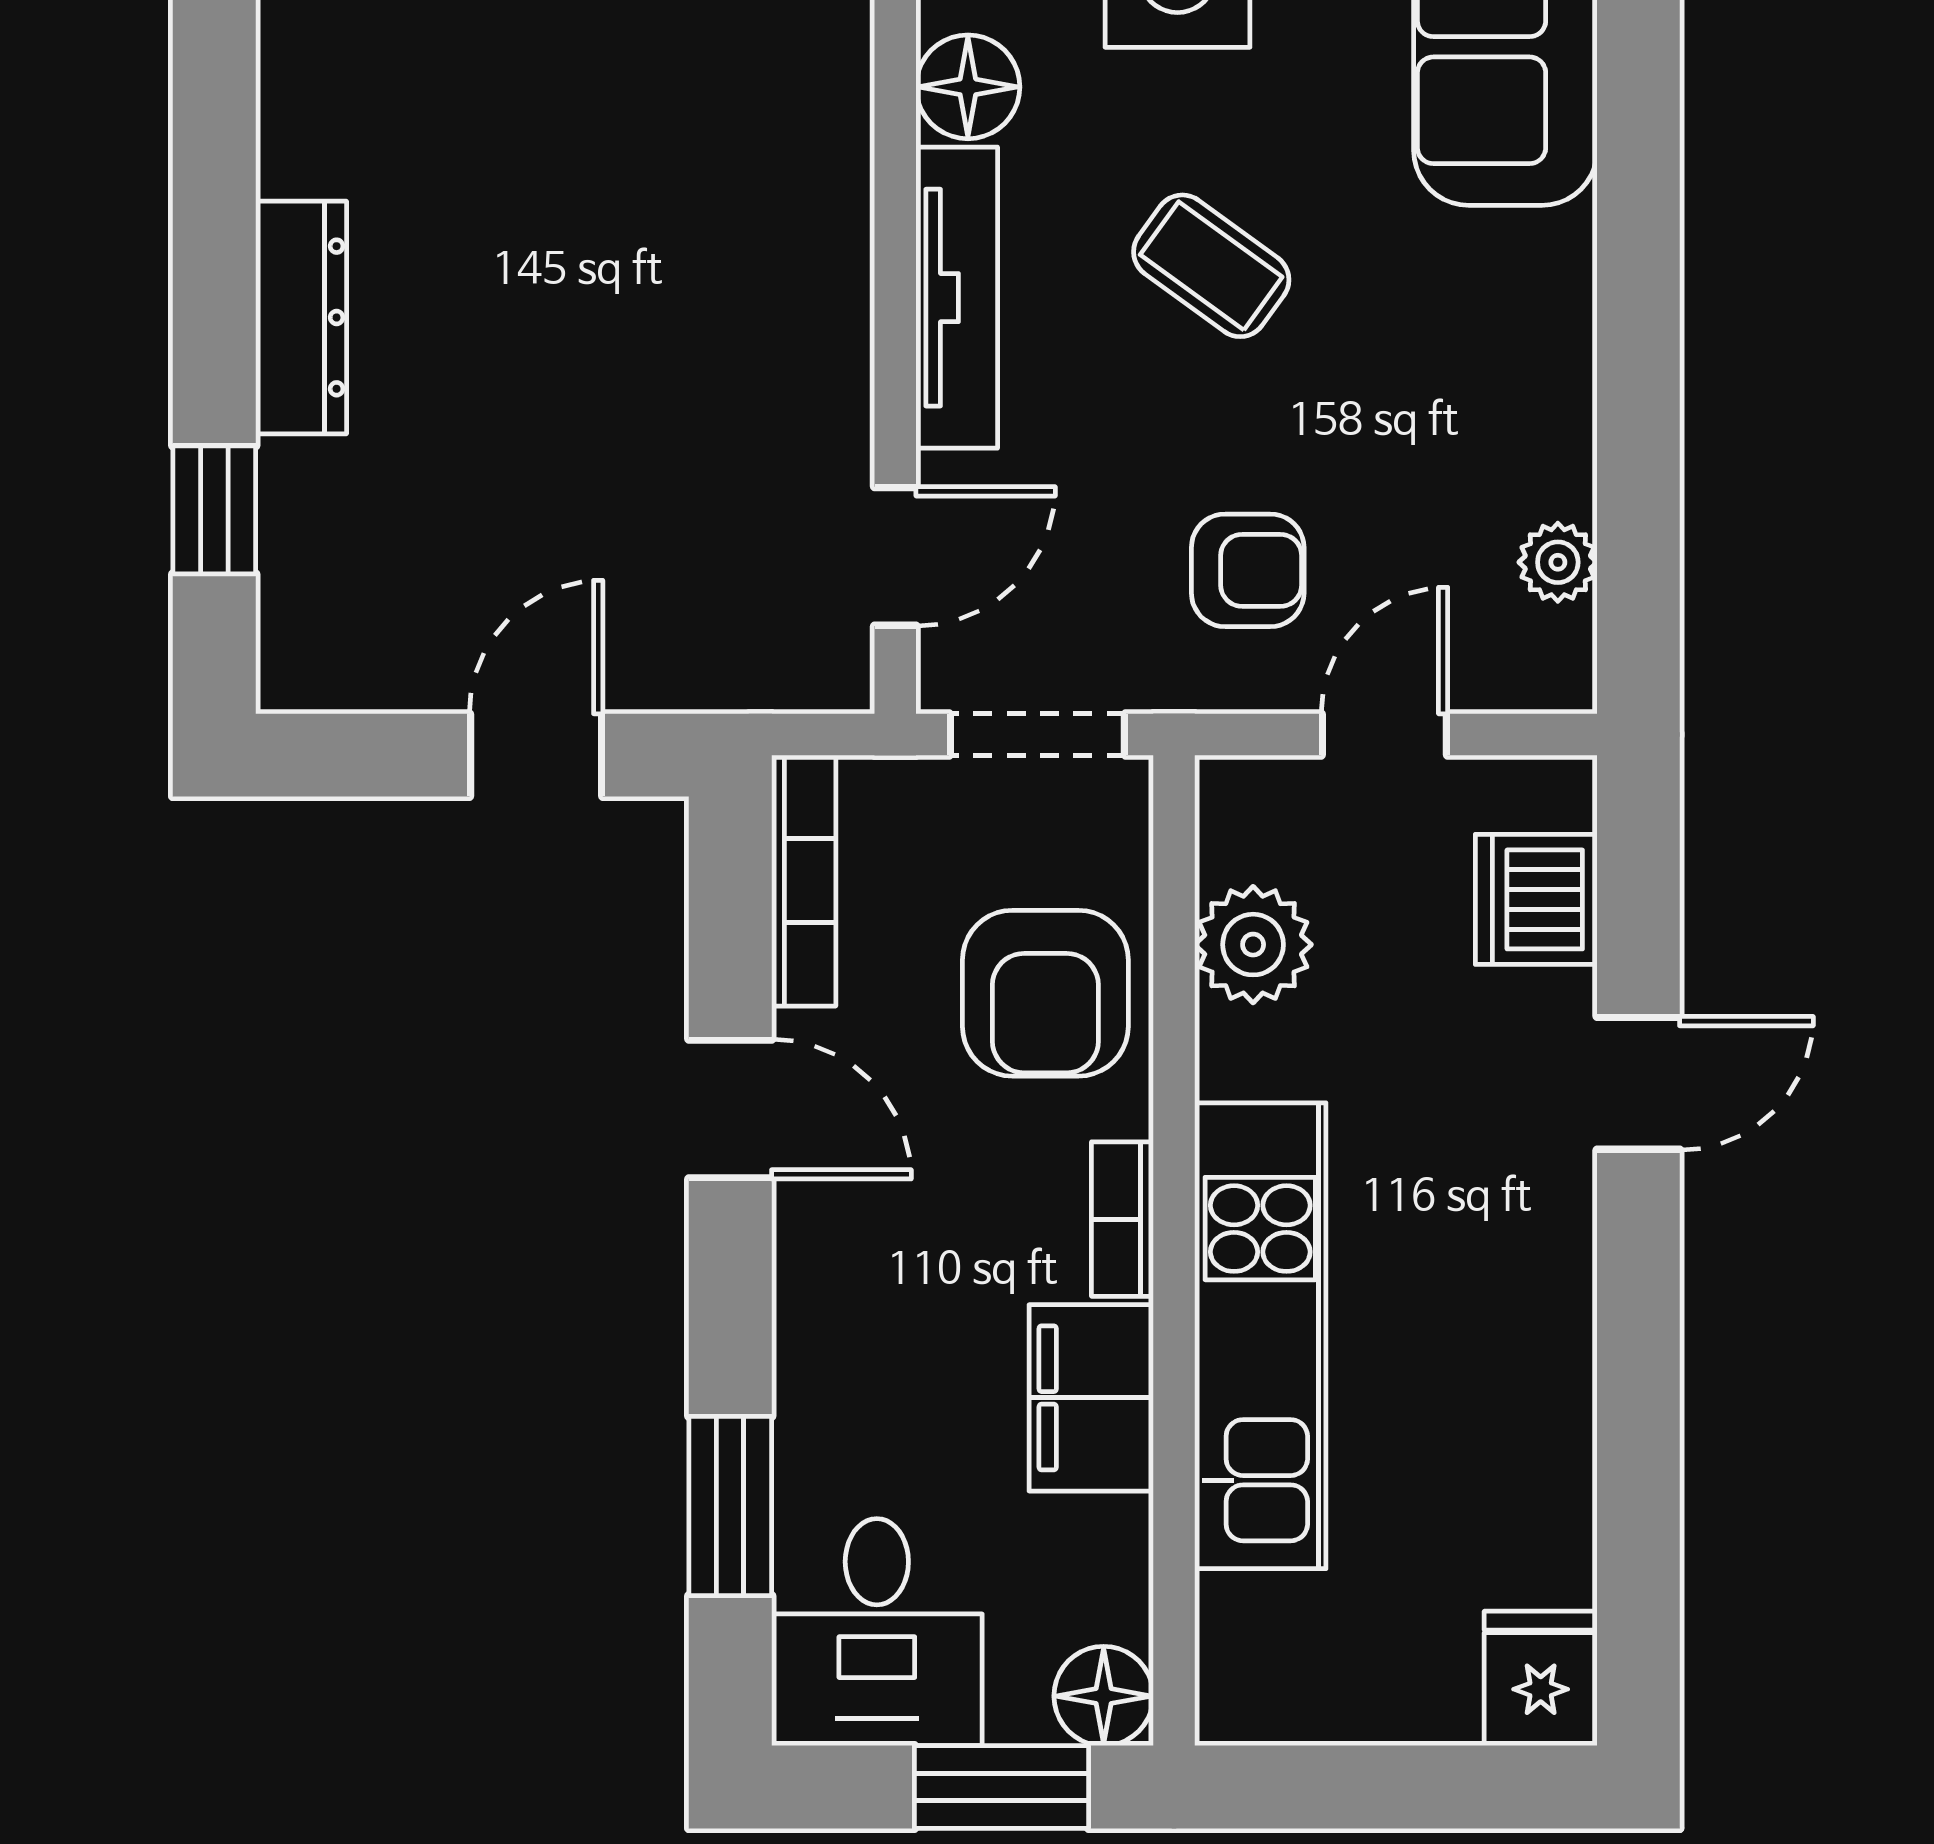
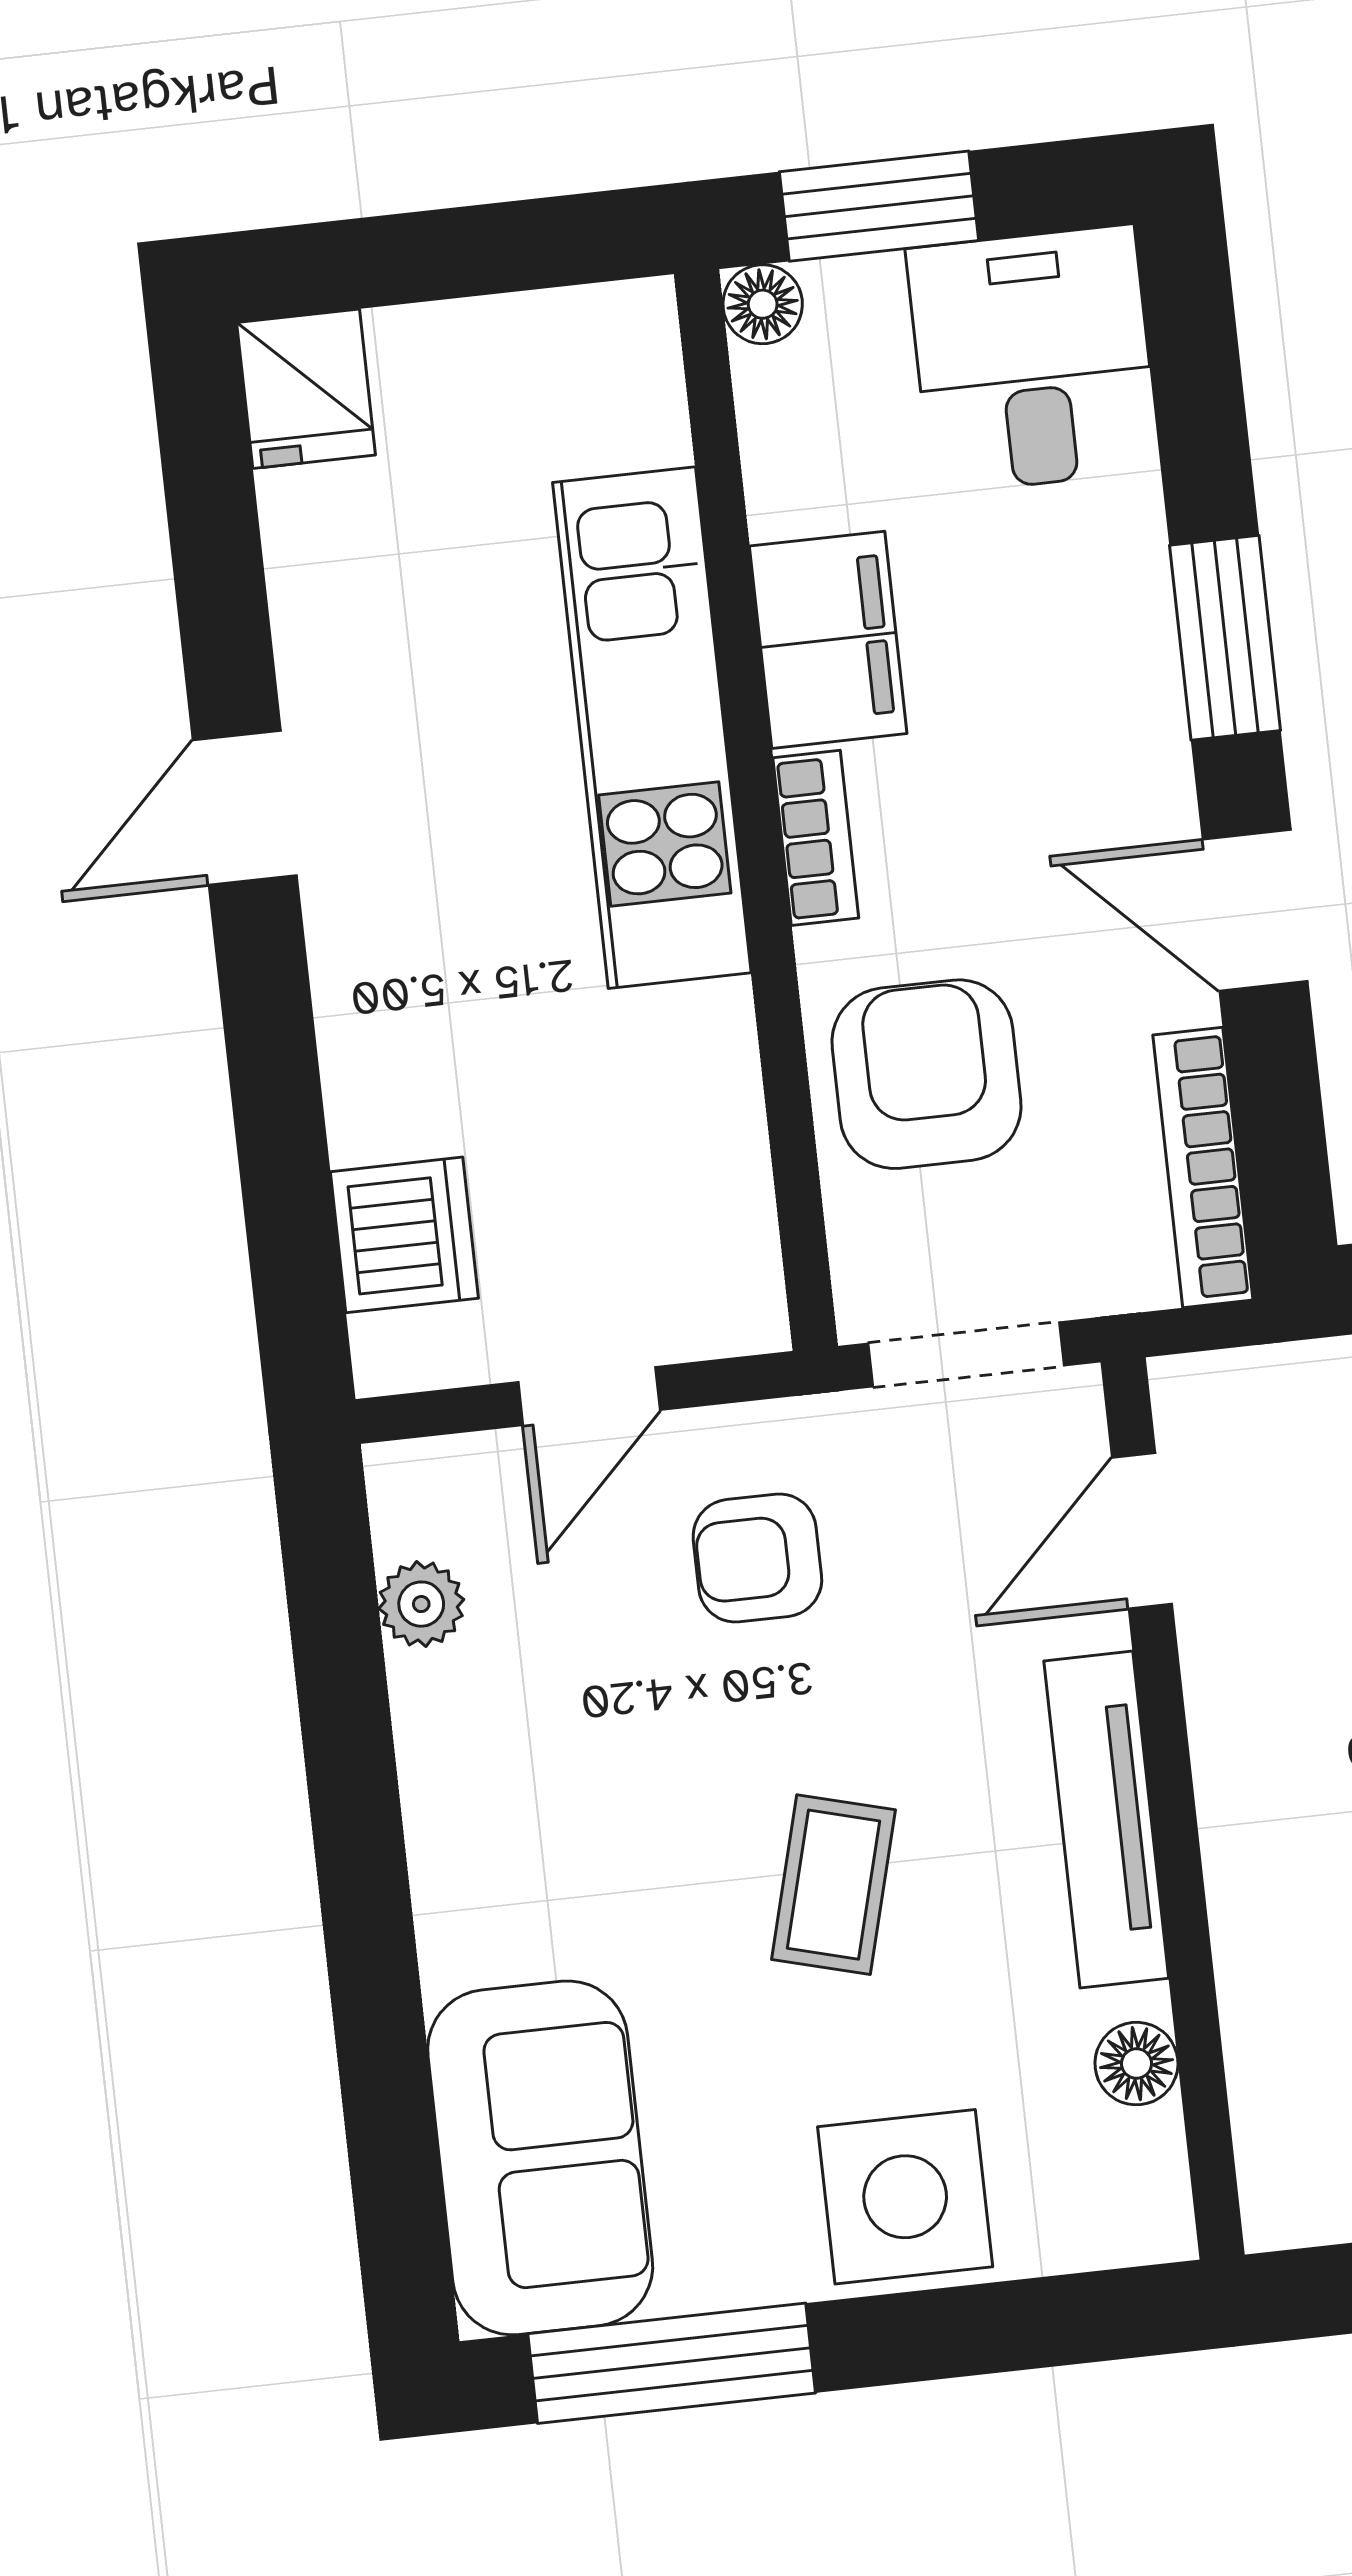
floor lamp: (968, 87) -> (1136, 2064), width x0.73, depth x0.73
coffee table: (1211, 266) -> (834, 1885), turned 69
plant: (1253, 945) -> (707, 1152), removed
door: (1638, 1083) -> (245, 808), moved
window: (730, 1506) -> (1225, 638), moved
floor lamp: (1104, 1696) -> (763, 304), width x0.73, depth x0.73

